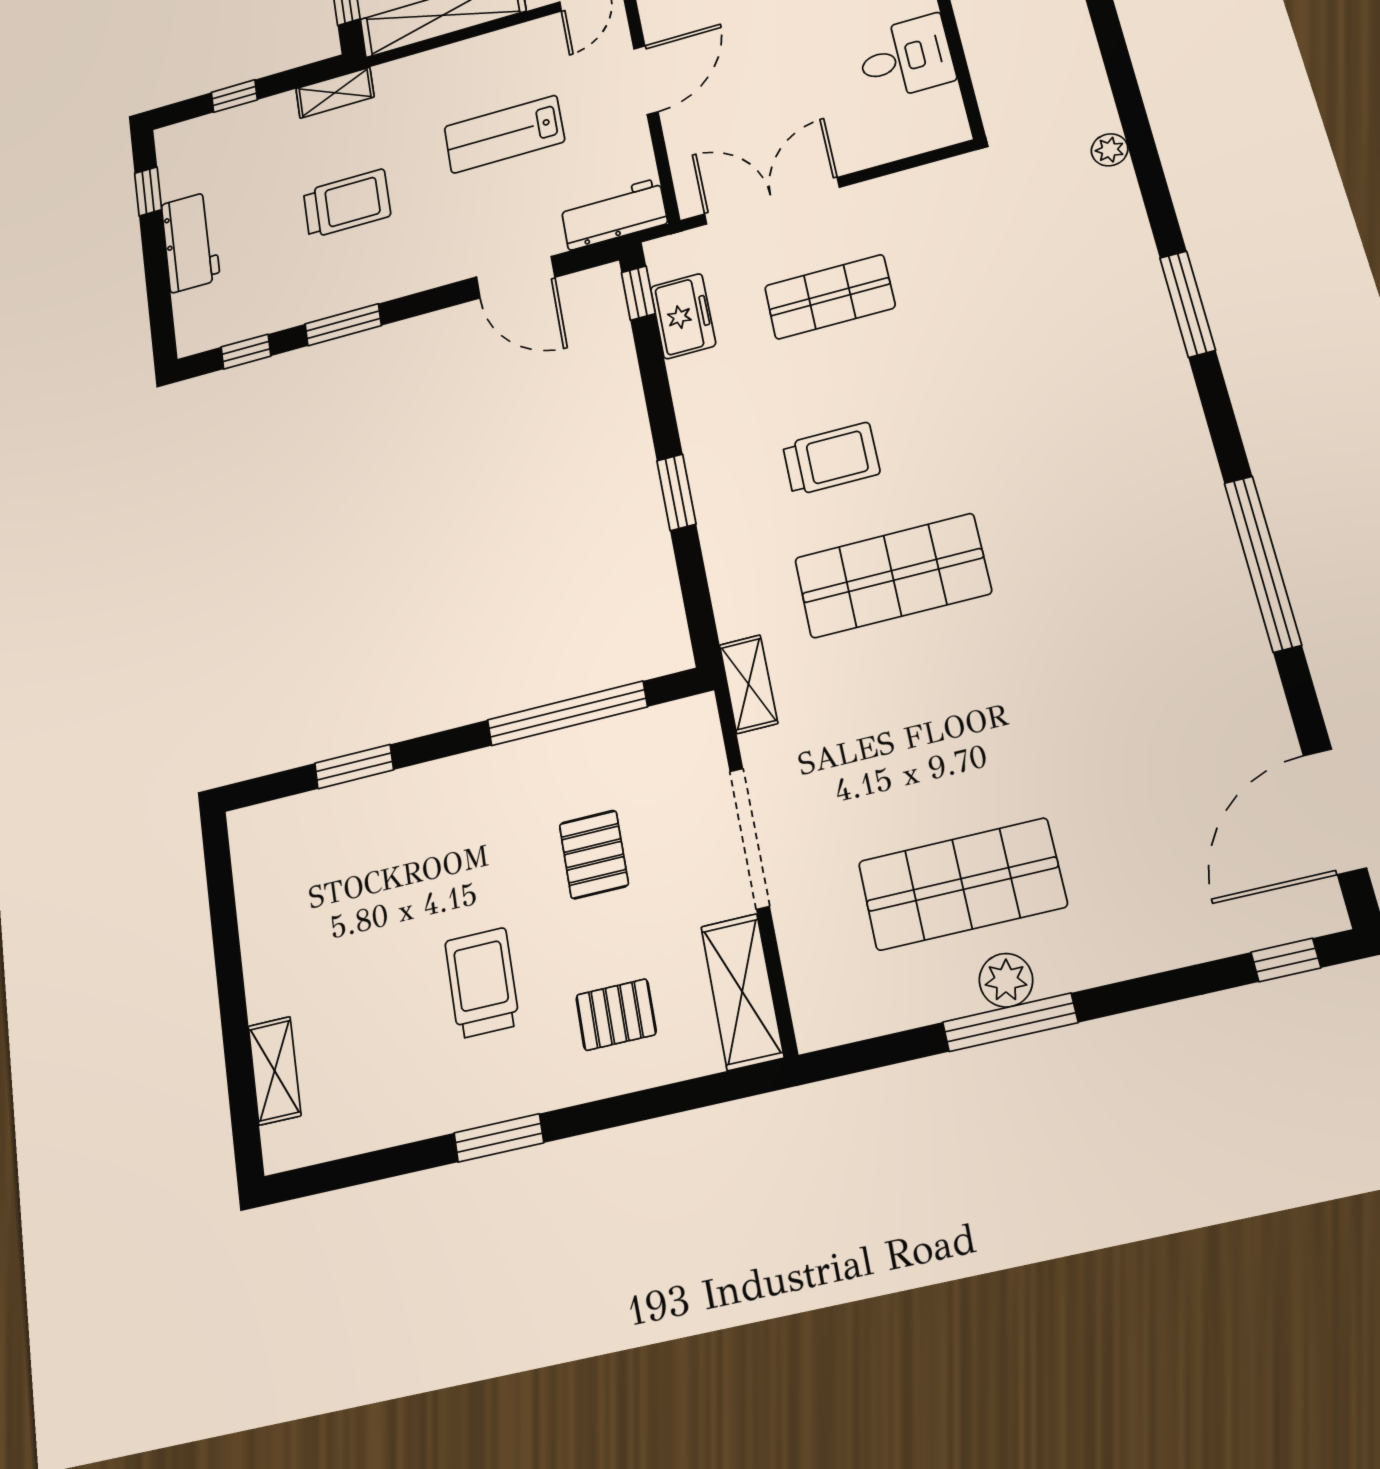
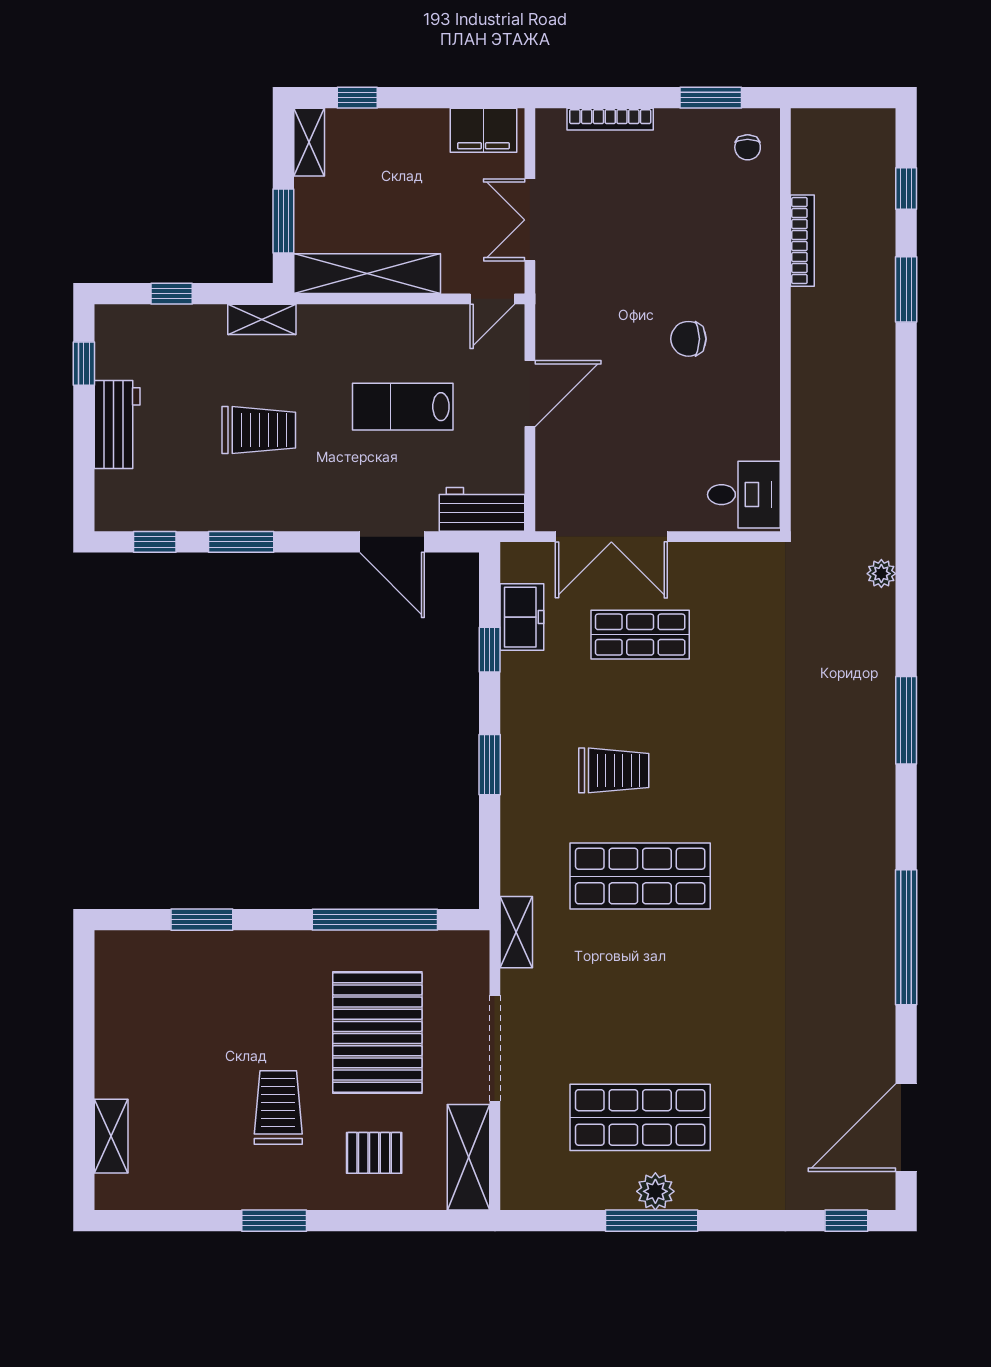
desk: (906, 58) -> (744, 495), moved
double door: (772, 201) -> (611, 537), swing flipped
window: (638, 293) -> (490, 650), moved
pallet: (594, 854) -> (377, 1032), width x2.05, depth x2.00

